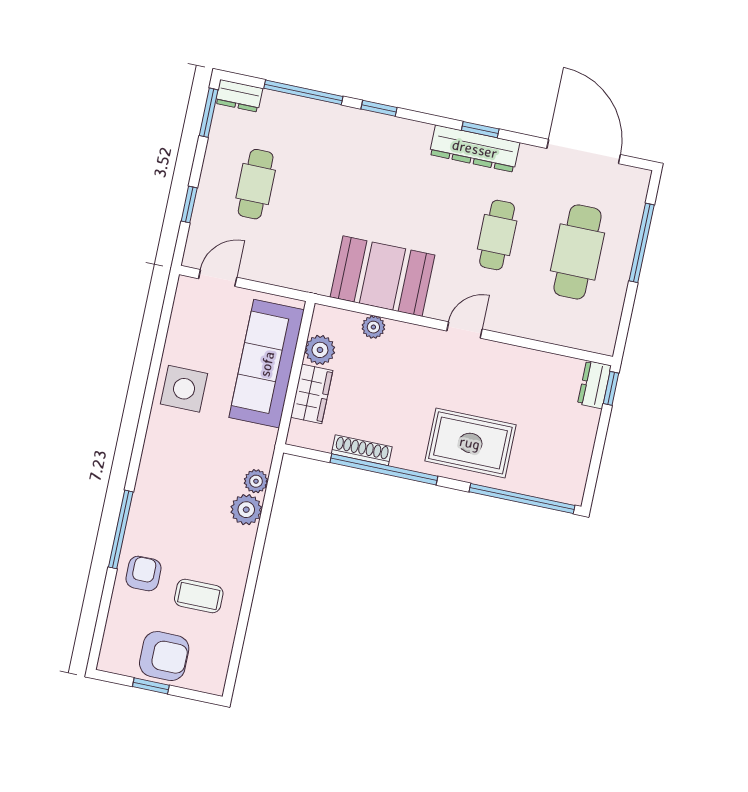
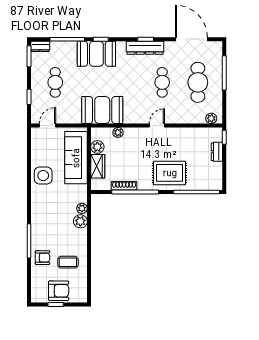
booth: (362, 139) -> (96, 54), added
booth: (382, 276) -> (102, 110), moved
plant: (591, 340) -> (211, 118), added
dresser: (594, 385) -> (217, 152), moved
armchair: (143, 573) -> (42, 258), turned 90

